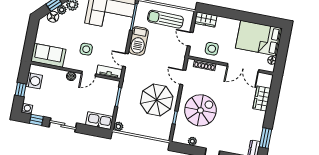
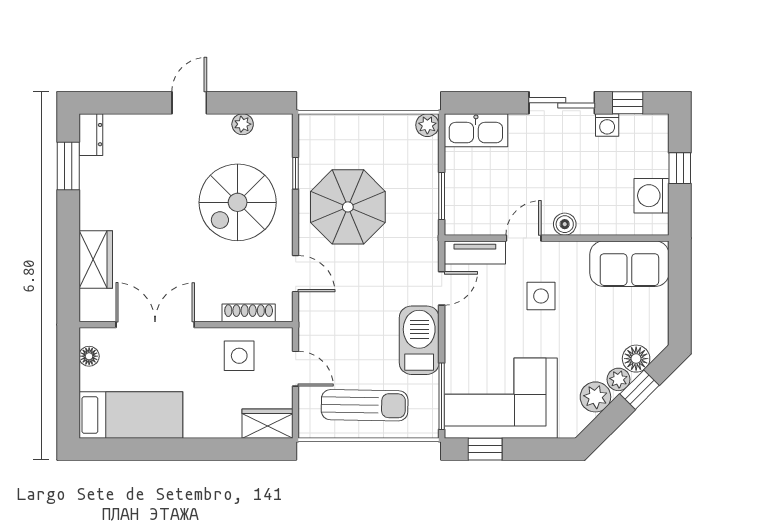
bed: (259, 38) -> (131, 415), width x0.67
door: (125, 60) -> (442, 288), hinge flipped
washing machine: (27, 109) -> (607, 125), moved

